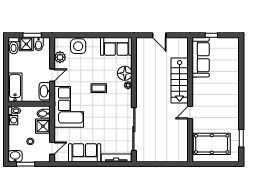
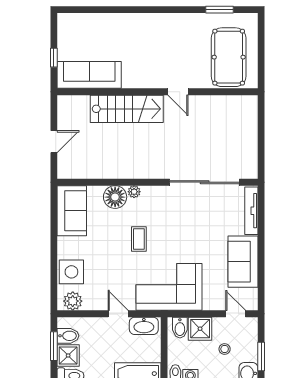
plant: (60, 57) -> (73, 301), moved

